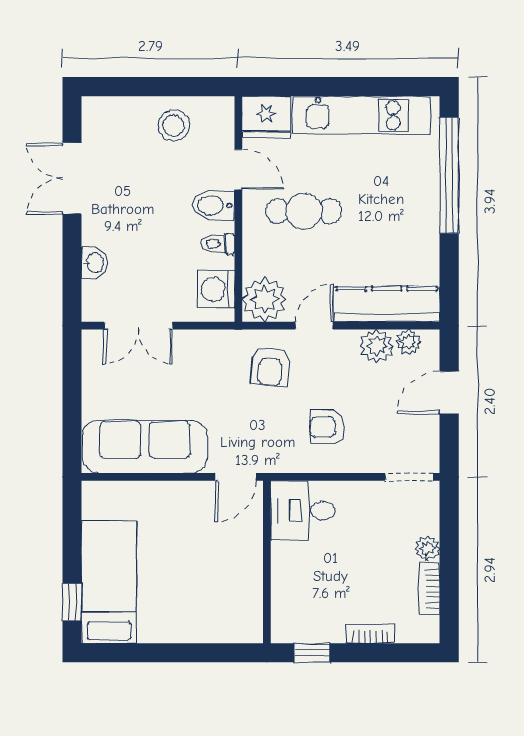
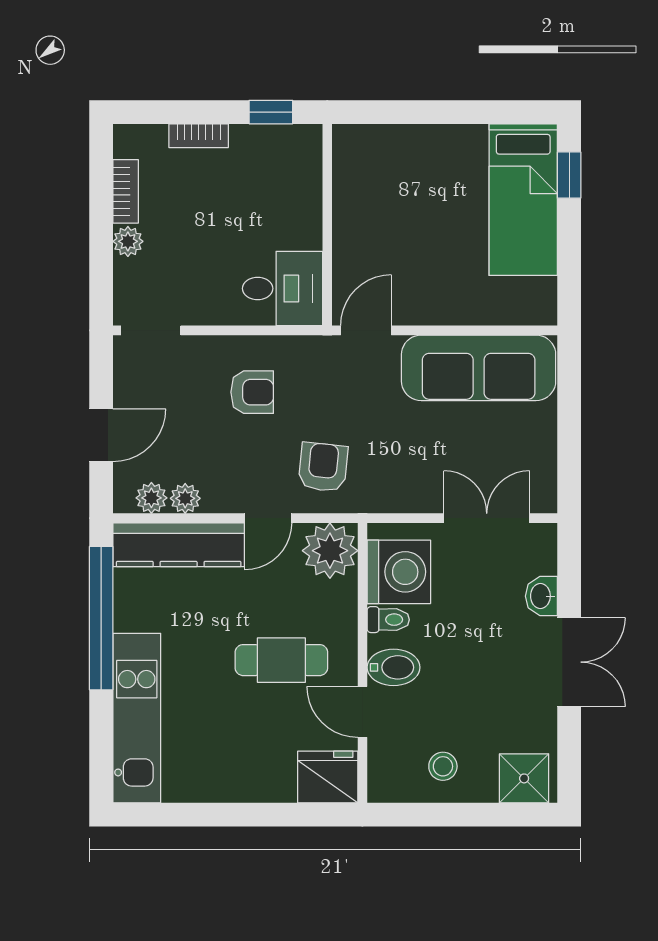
kitchen unit: (362, 115) -> (137, 718), moved, turned 90
shower: (108, 116) -> (524, 778), added
stool: (174, 126) -> (443, 766), width x0.73, depth x0.73
window: (449, 175) -> (101, 618), moved
double door: (72, 178) -> (569, 662), moved
washing machine: (216, 289) -> (399, 572), width x1.37, depth x1.37
plant: (377, 346) -> (185, 498), width x0.73, depth x0.73

